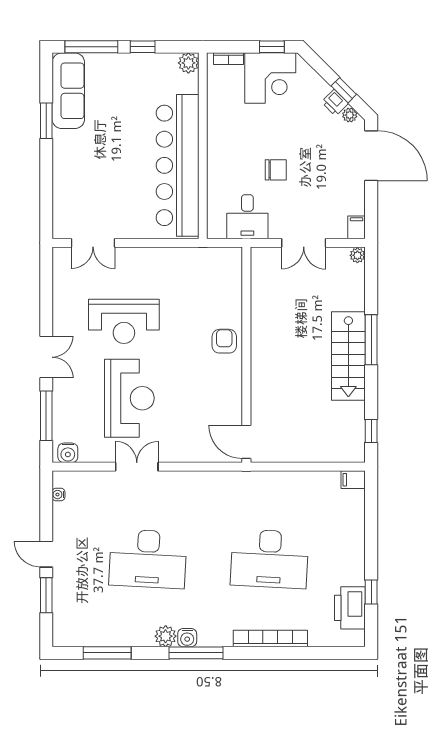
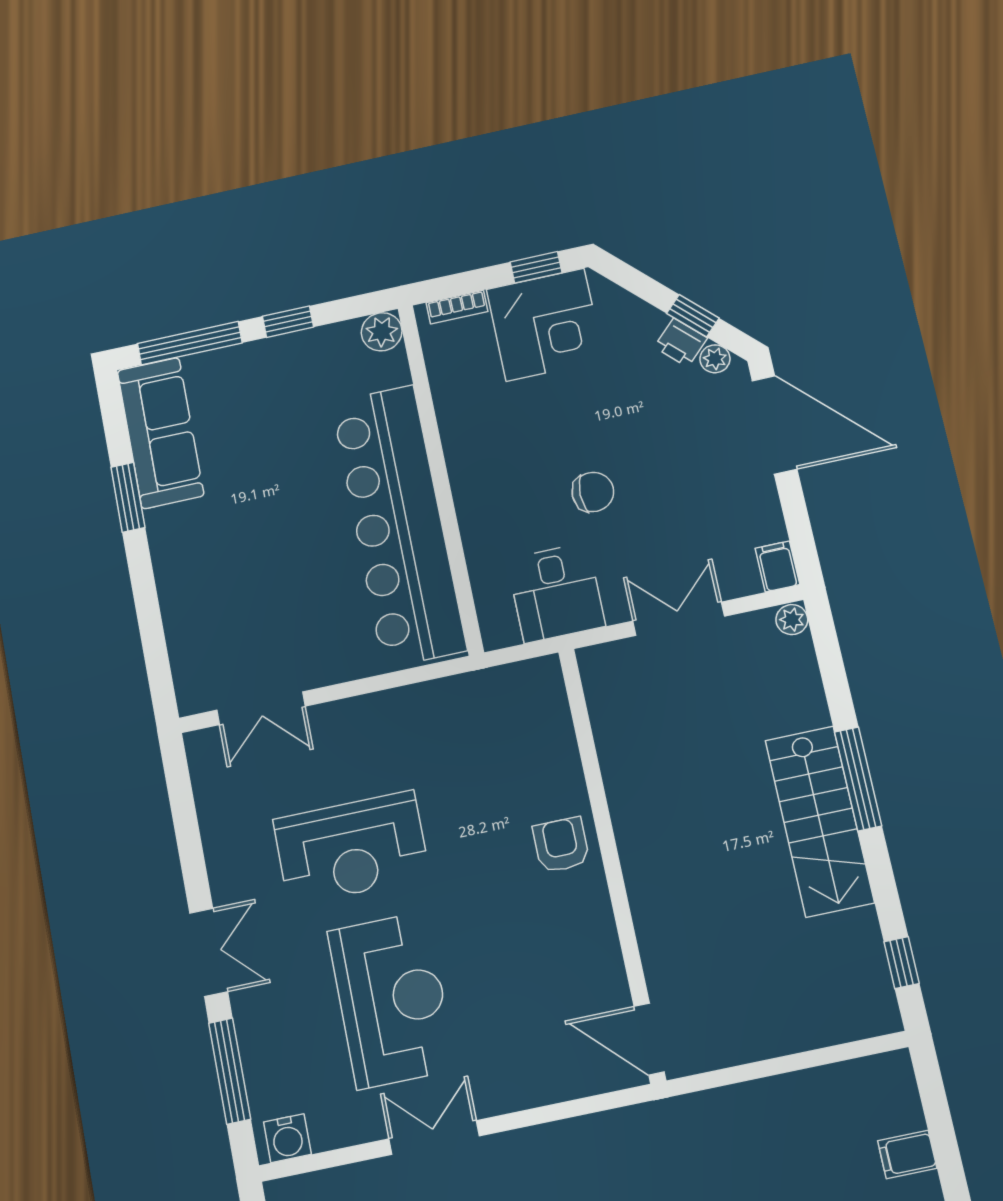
double door: (304, 243) -> (679, 619), swing flipped
filing cabinet: (353, 480) -> (907, 1154), moved

